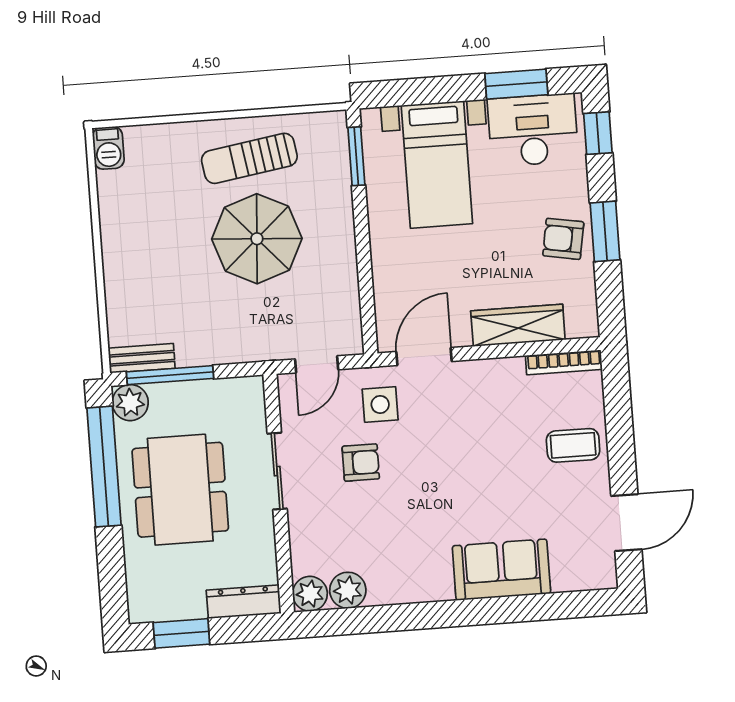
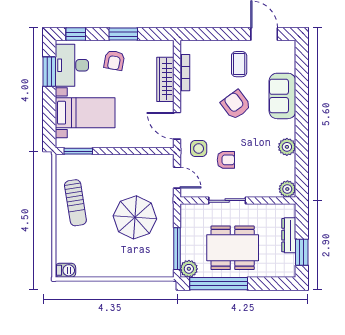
parasol: (257, 239) -> (135, 217), moved
armchair: (563, 239) -> (114, 60), moved
bench: (142, 358) -> (168, 262), removed
bookcase: (564, 362) -> (185, 73), moved
coffee table: (573, 445) -> (239, 64), moved
armchair: (361, 463) -> (226, 160), turned 90
armchair: (476, 475) -> (236, 105), added
plant: (348, 590) -> (287, 147), moved
dresser: (244, 602) -> (289, 235), moved

